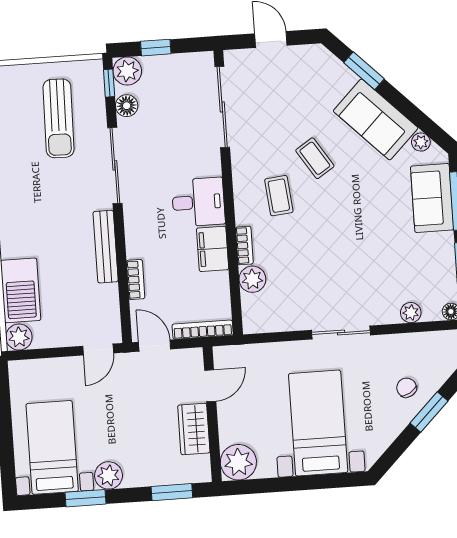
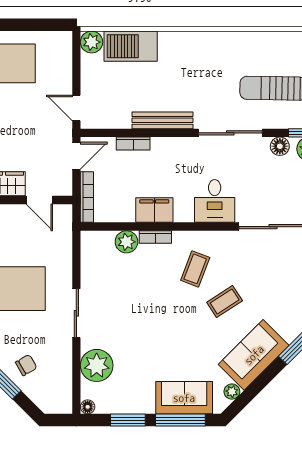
coffee table: (279, 196) -> (195, 269), turned -63
desk: (198, 202) -> (215, 201), moved
plant: (411, 313) -> (97, 365), width x1.87, depth x1.87

